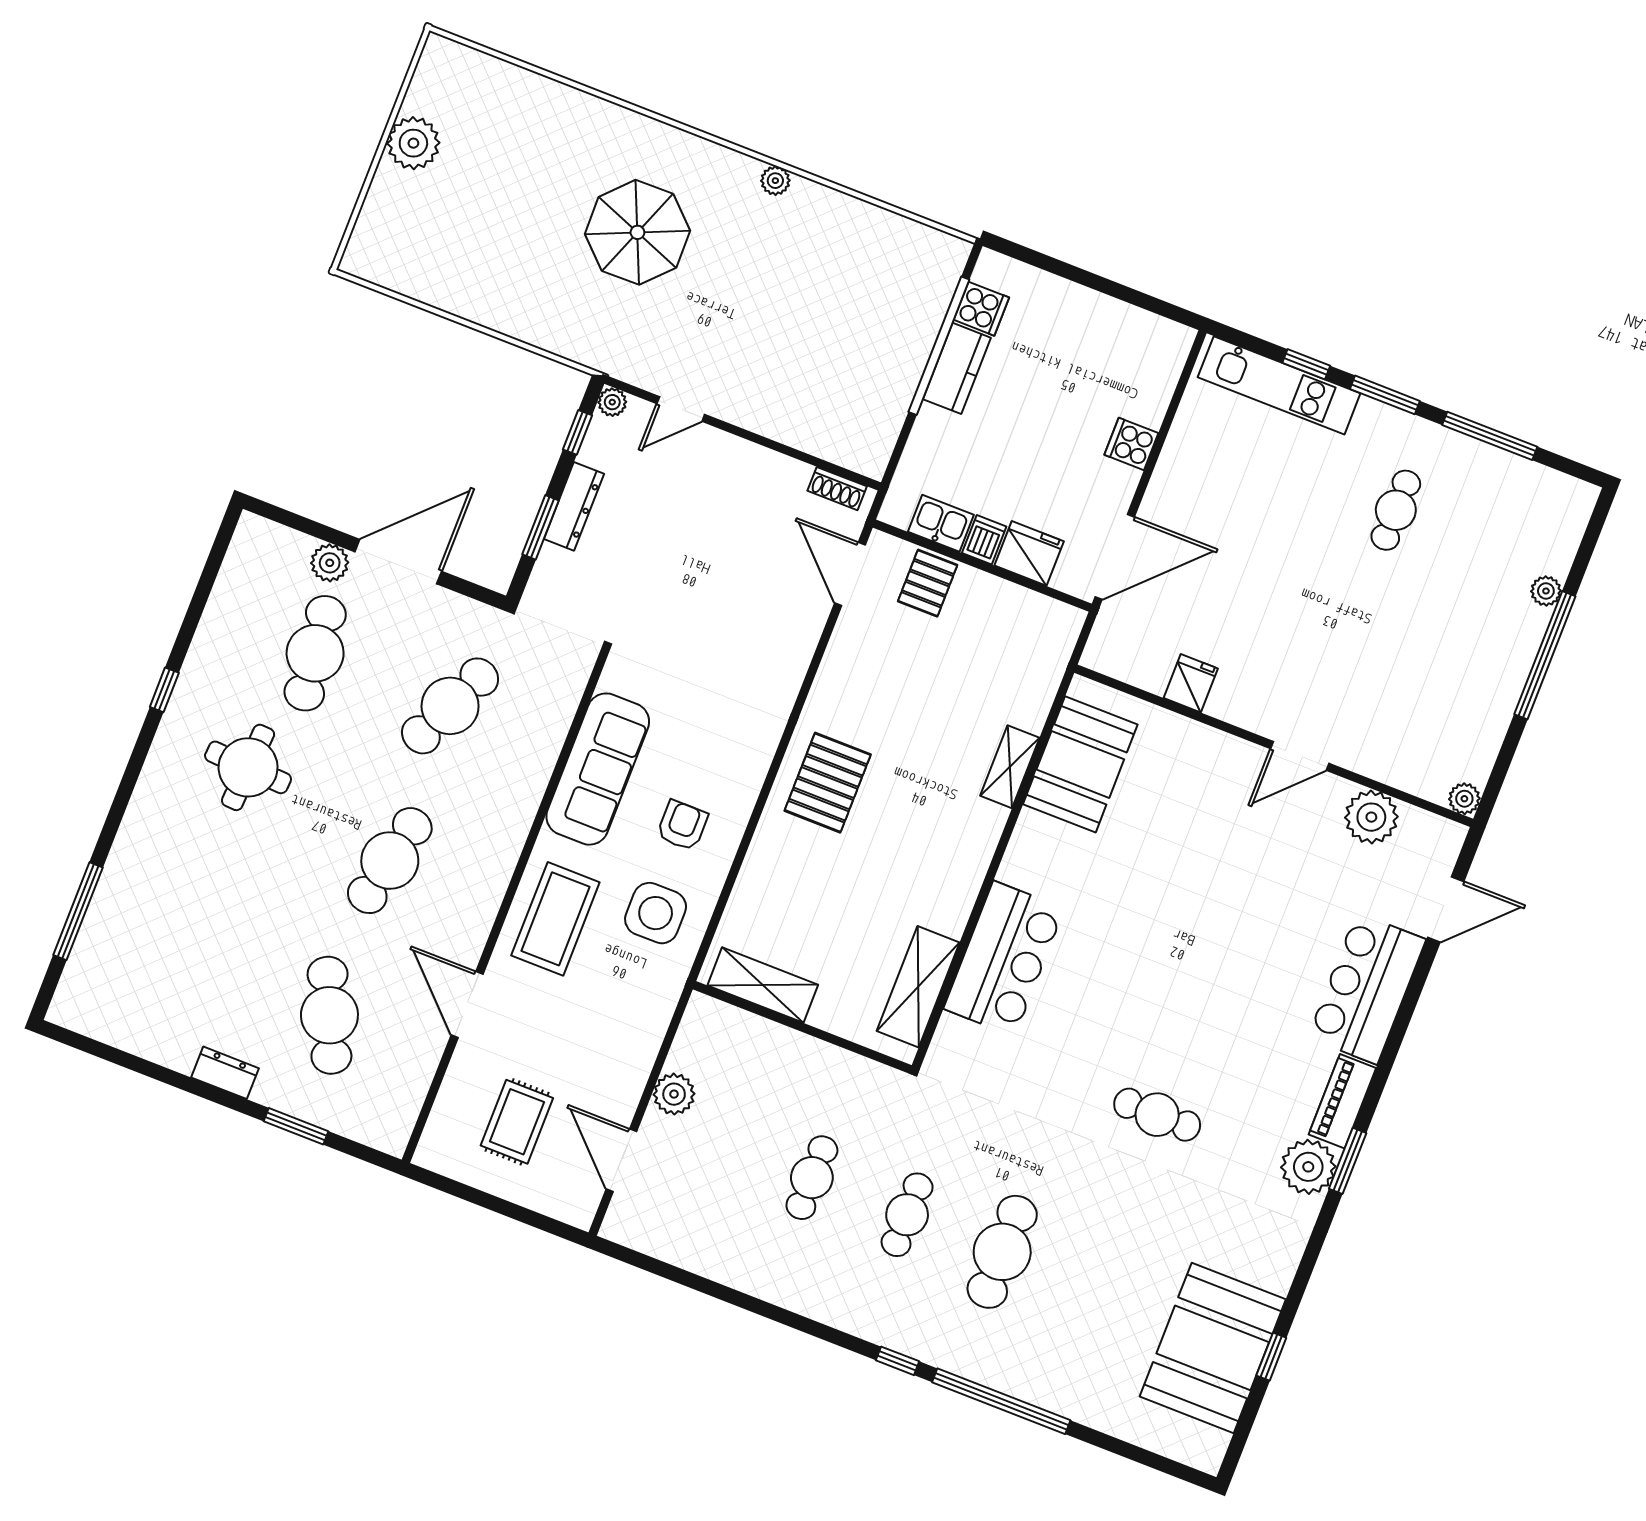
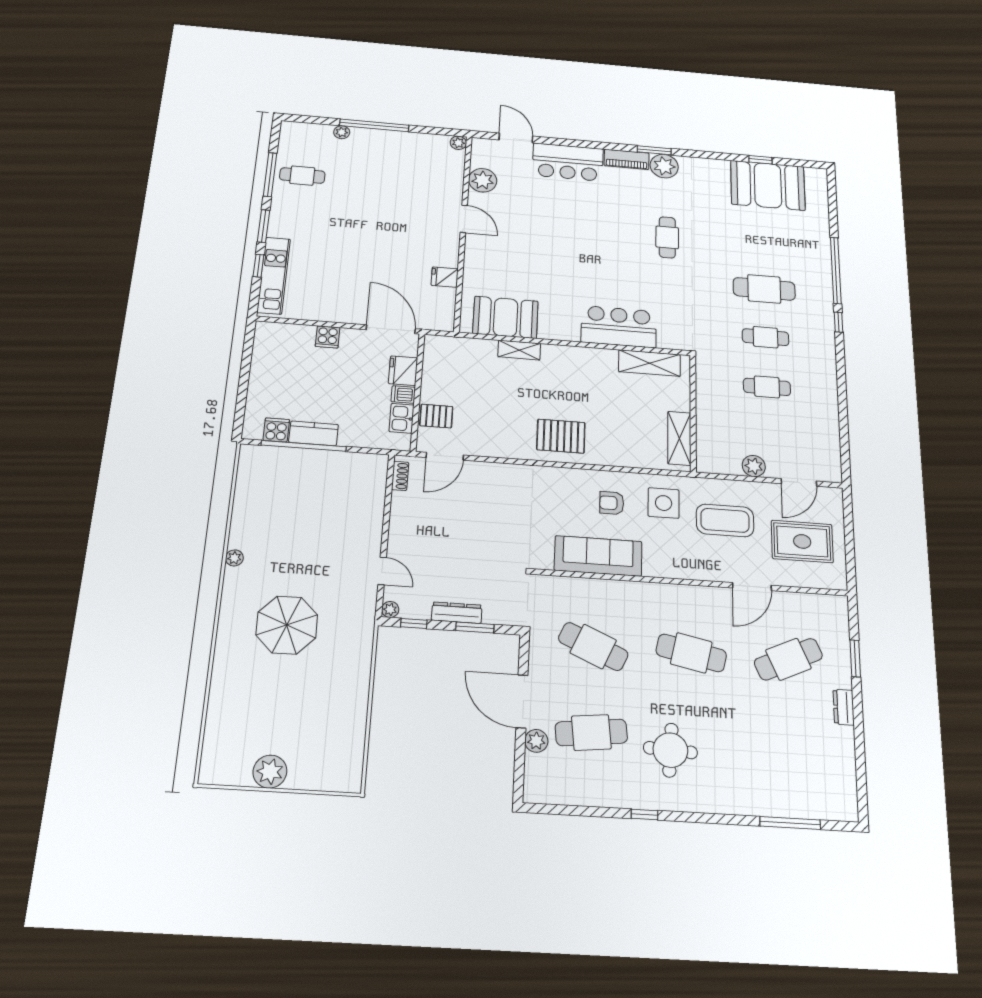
cafe table: (1396, 510) -> (302, 176), moved
coffee table: (555, 919) -> (725, 520), moved
rug: (517, 1122) -> (802, 541), width x1.36, depth x1.43

